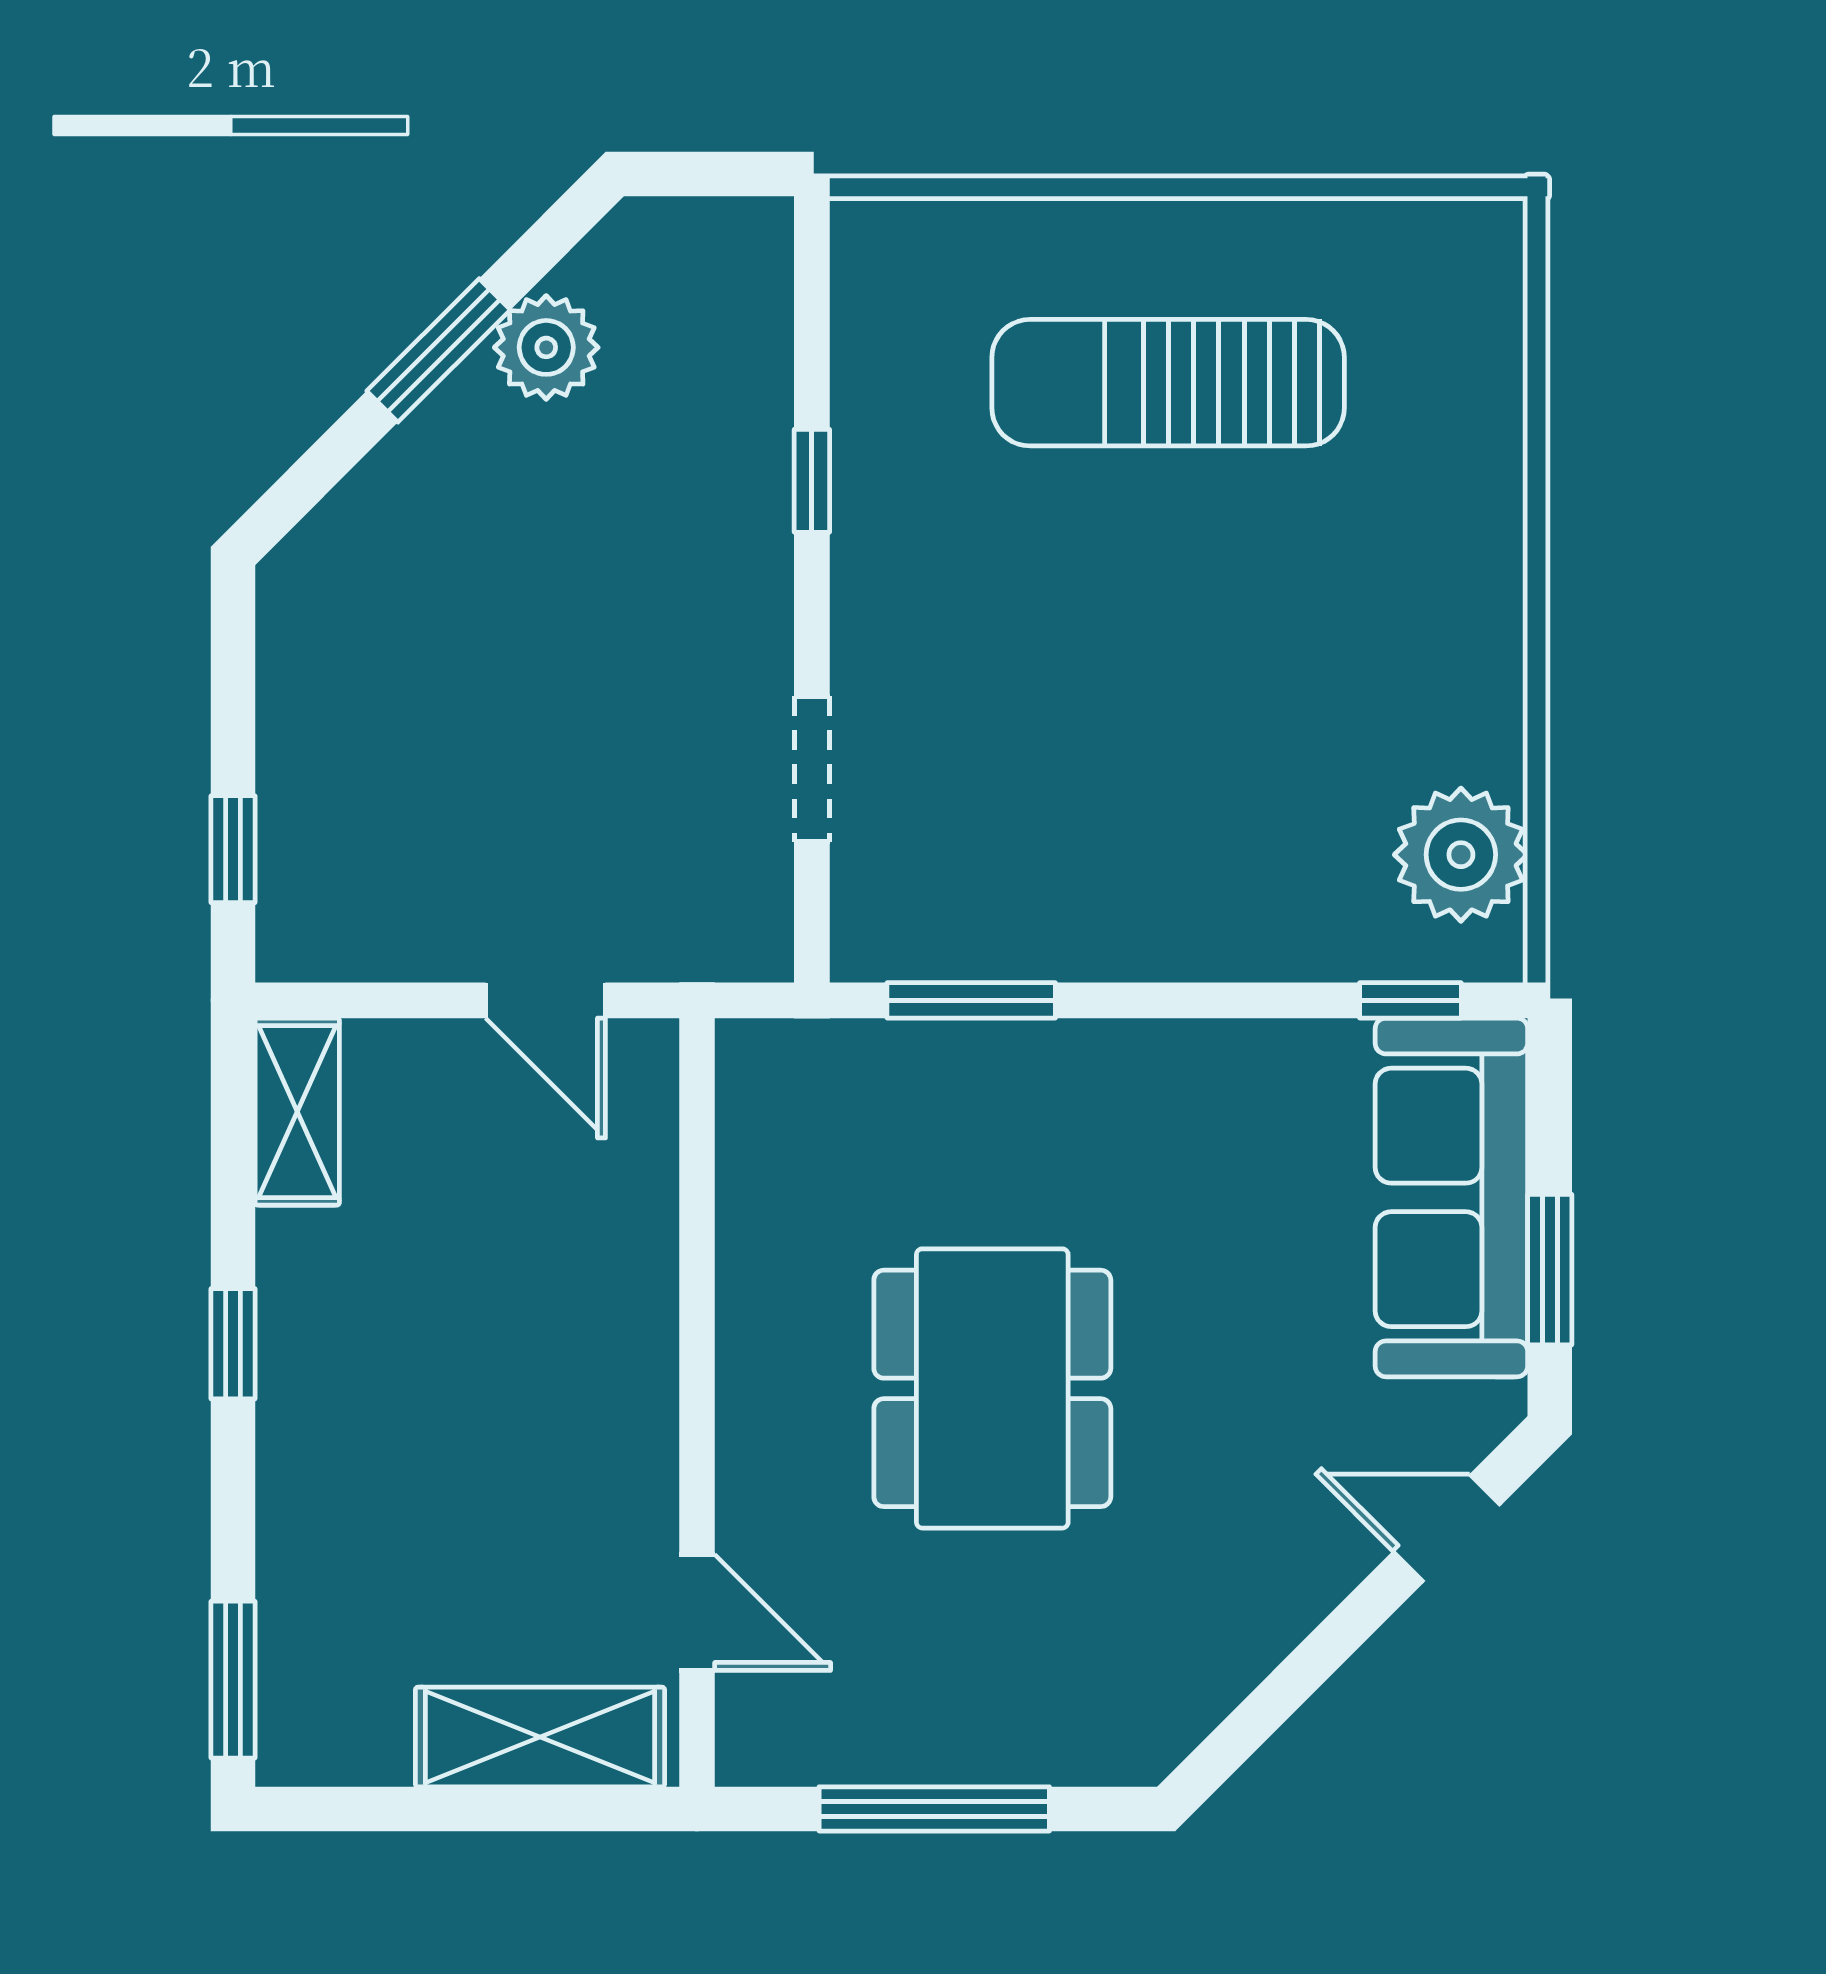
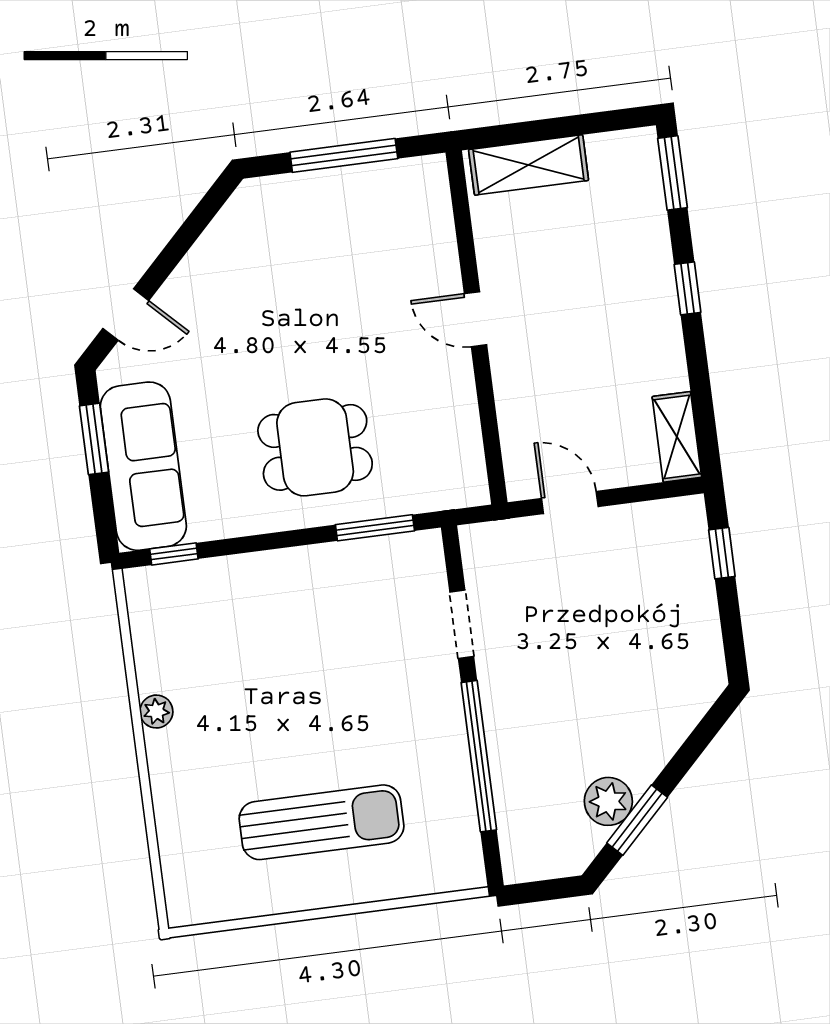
window: (439, 350) -> (637, 820), moved
window: (812, 481) -> (479, 756), width x3.17
plant: (1461, 855) -> (156, 712), moved, width x0.53, depth x0.53
window: (233, 1344) -> (688, 288), moved
dining table: (992, 1388) -> (315, 447), moved, width x0.73
door: (697, 1612) -> (476, 319), moved

